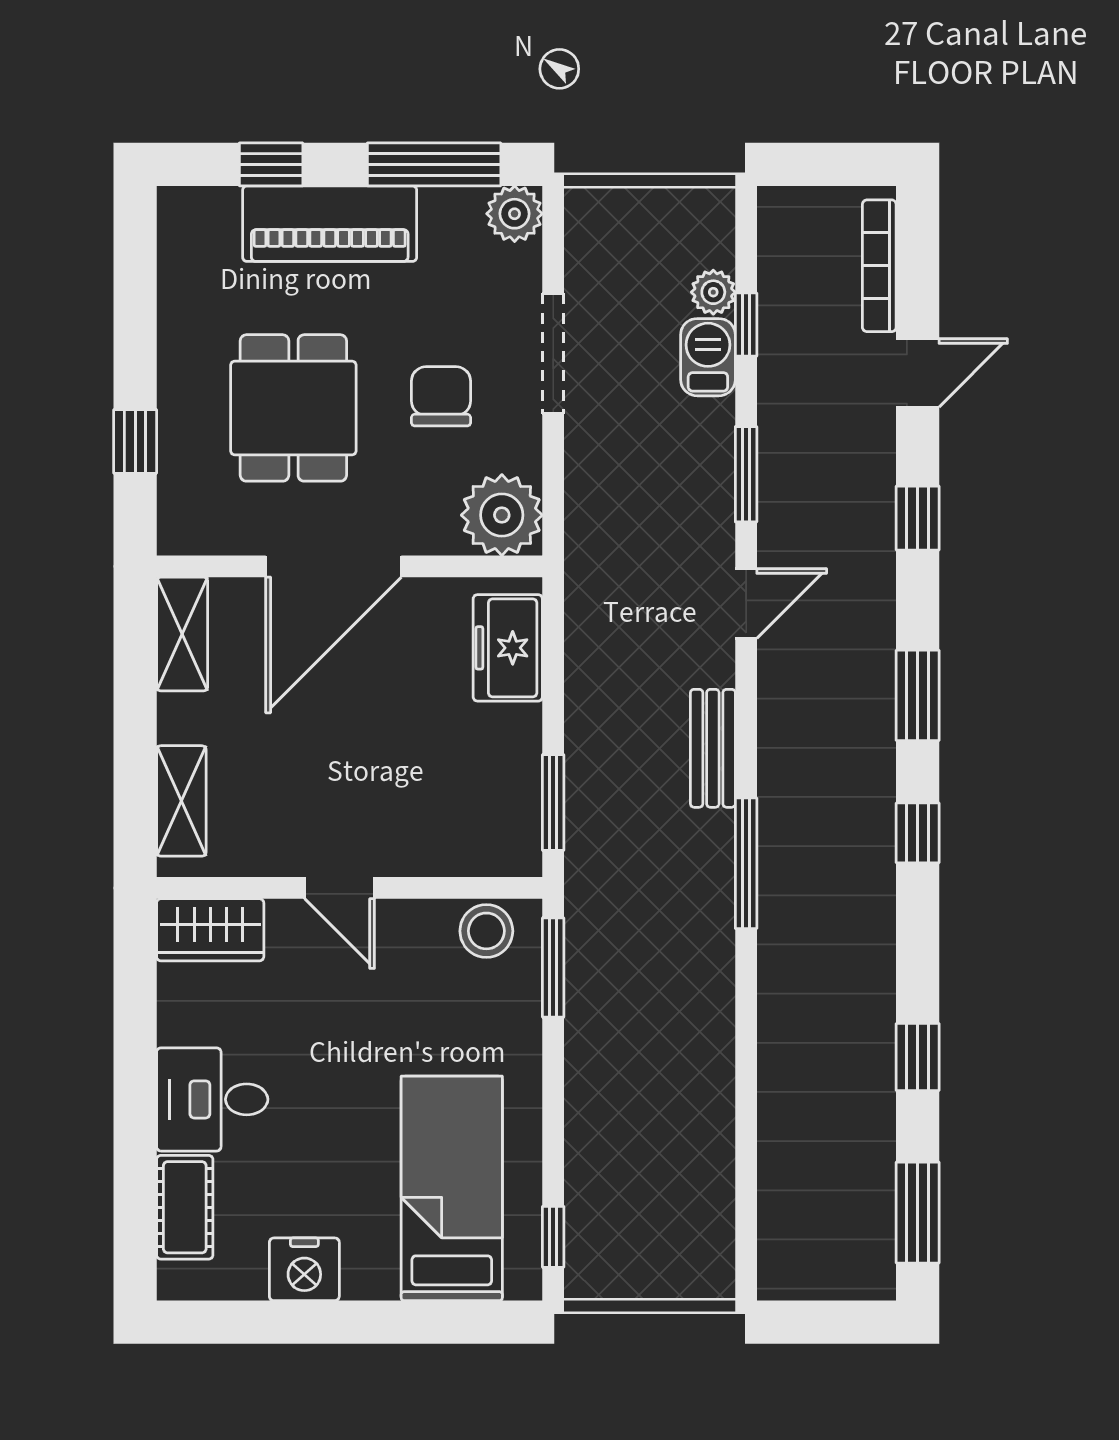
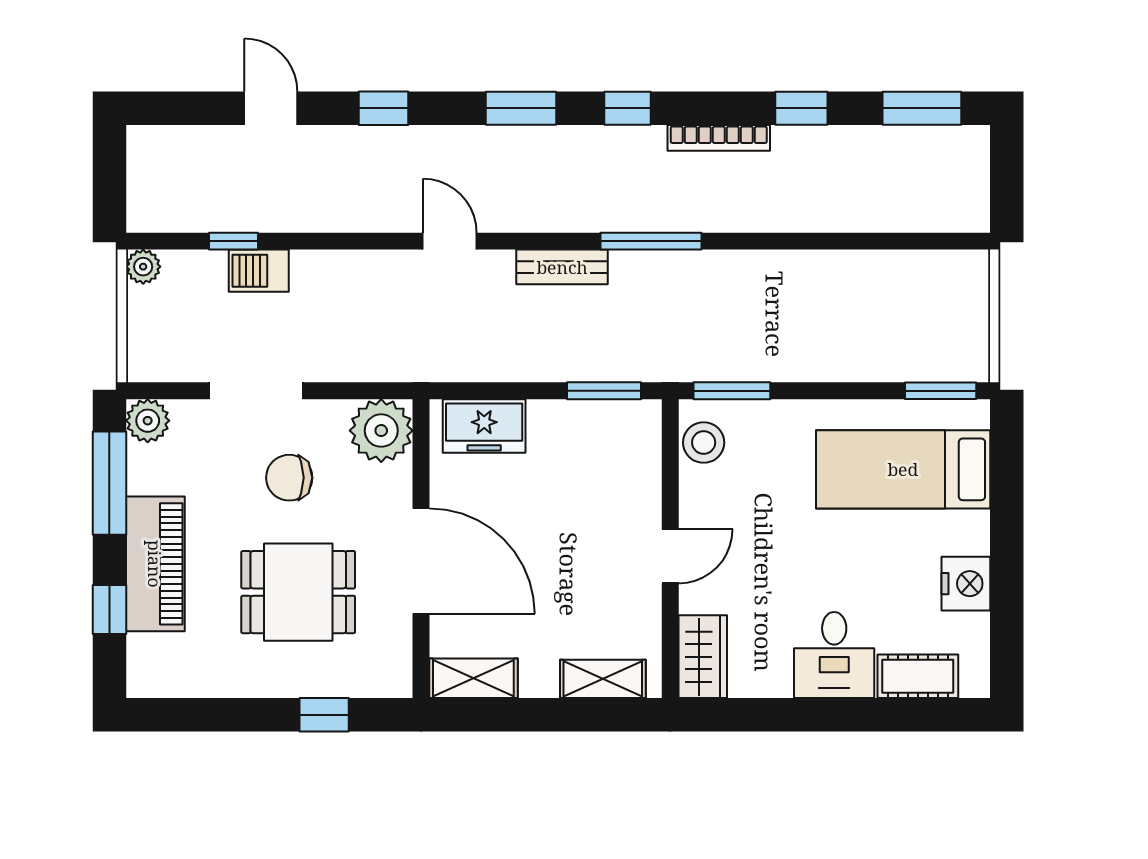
bookcase: (879, 266) -> (719, 138), moved
plant: (713, 292) -> (143, 267), moved
window: (746, 474) -> (350, 241), removed
window: (553, 1237) -> (941, 391), width x1.50

